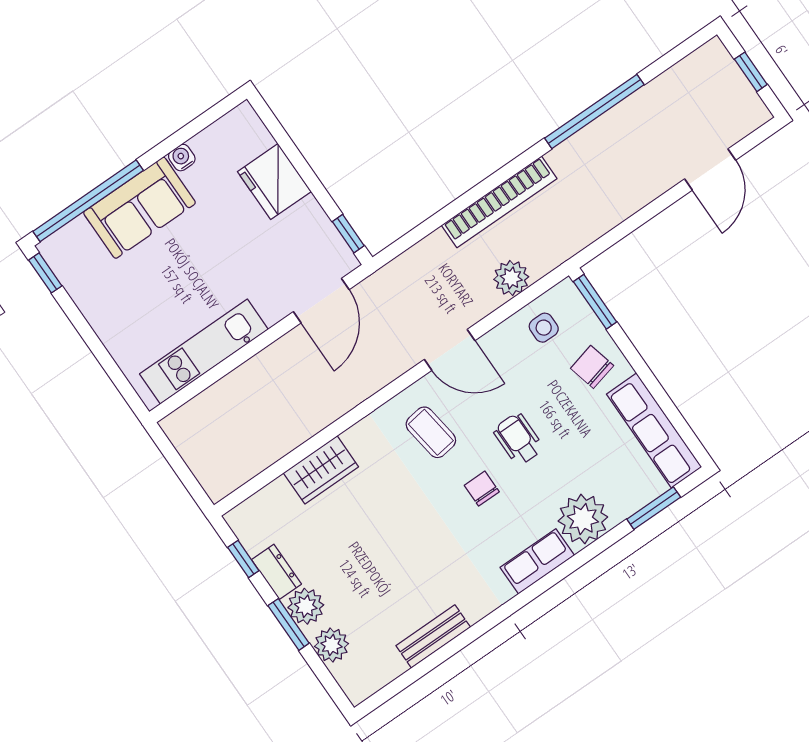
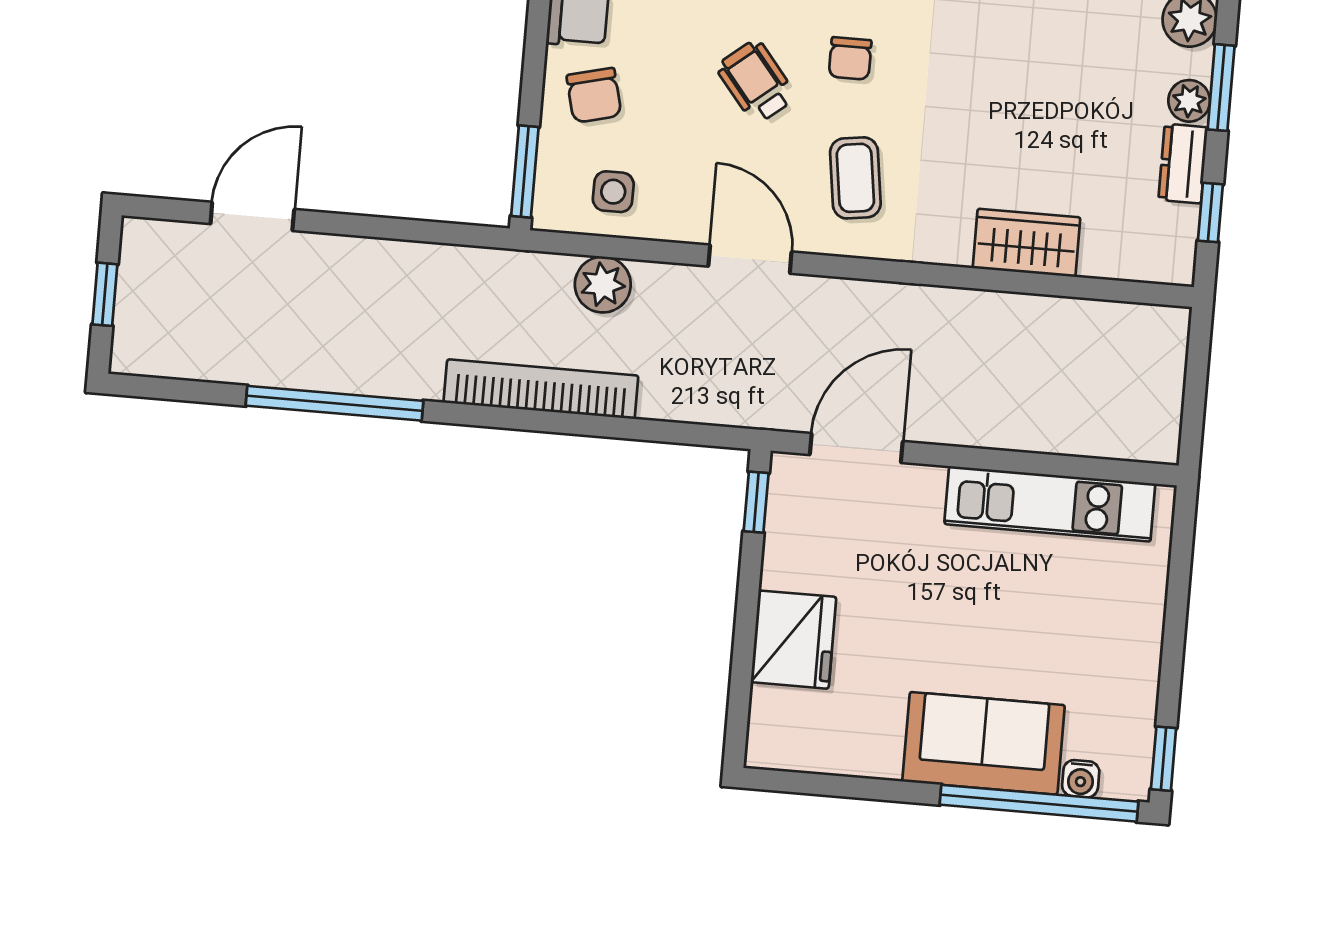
water cooler: (182, 158) -> (1081, 779), moved
wheelchair: (518, 439) -> (756, 82), turned 141
plant: (306, 606) -> (1189, 101), width x0.73, depth x0.73

